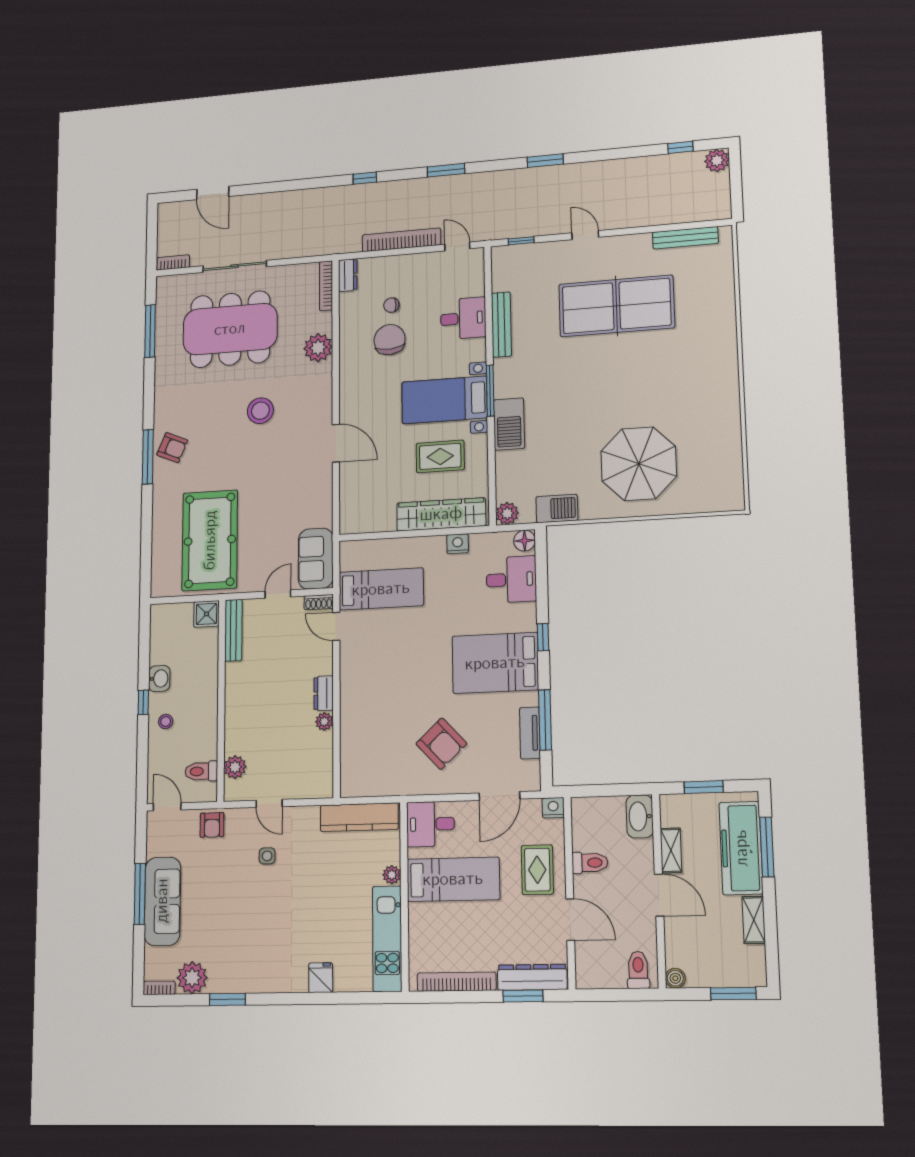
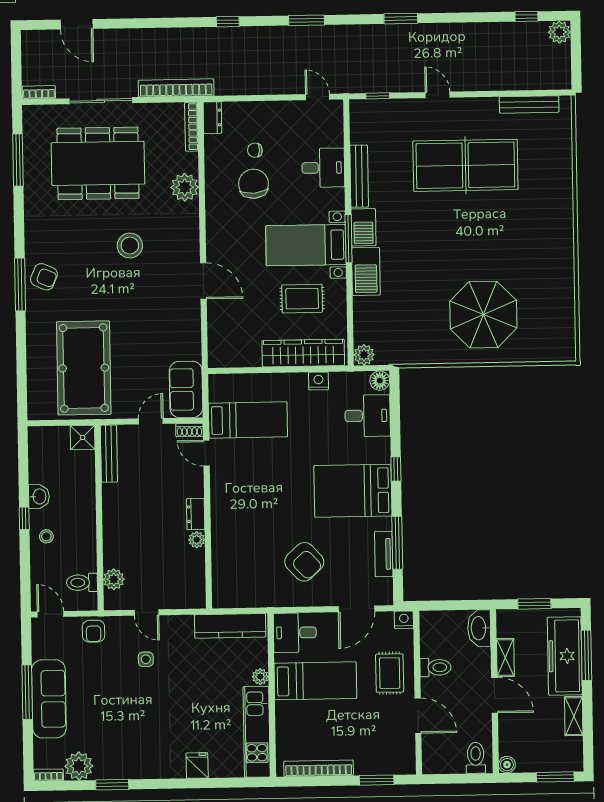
bookcase: (401, 240) -> (176, 88), moved
barbecue: (557, 508) -> (363, 227), moved, turned 90
dresser: (532, 977) -> (385, 764), removed

